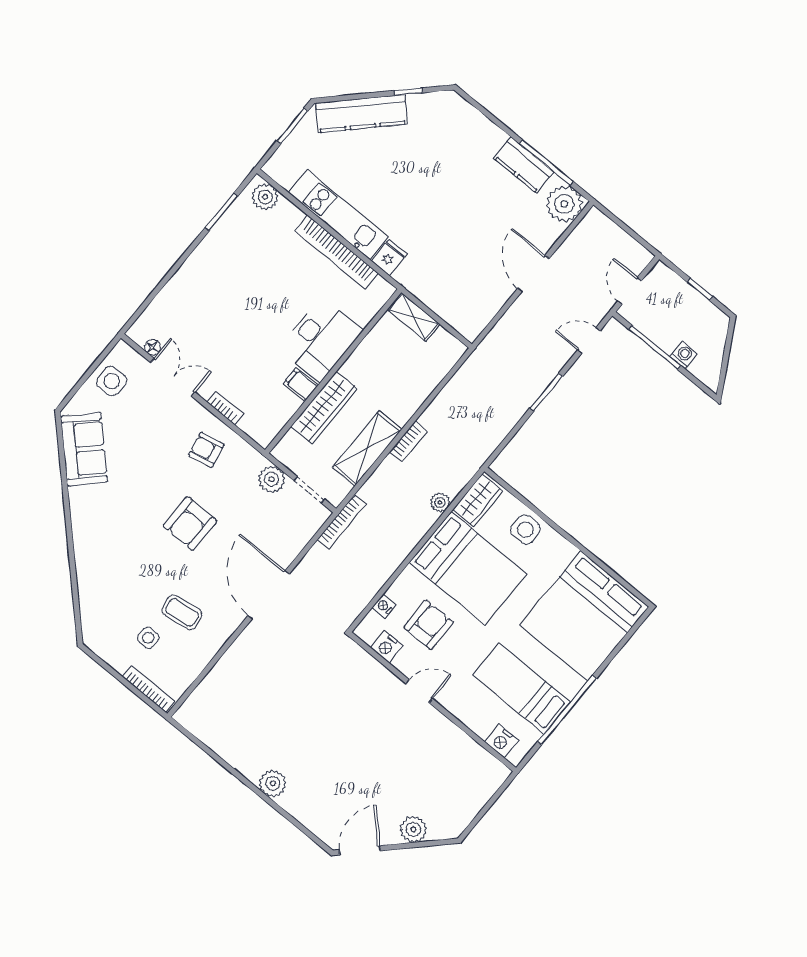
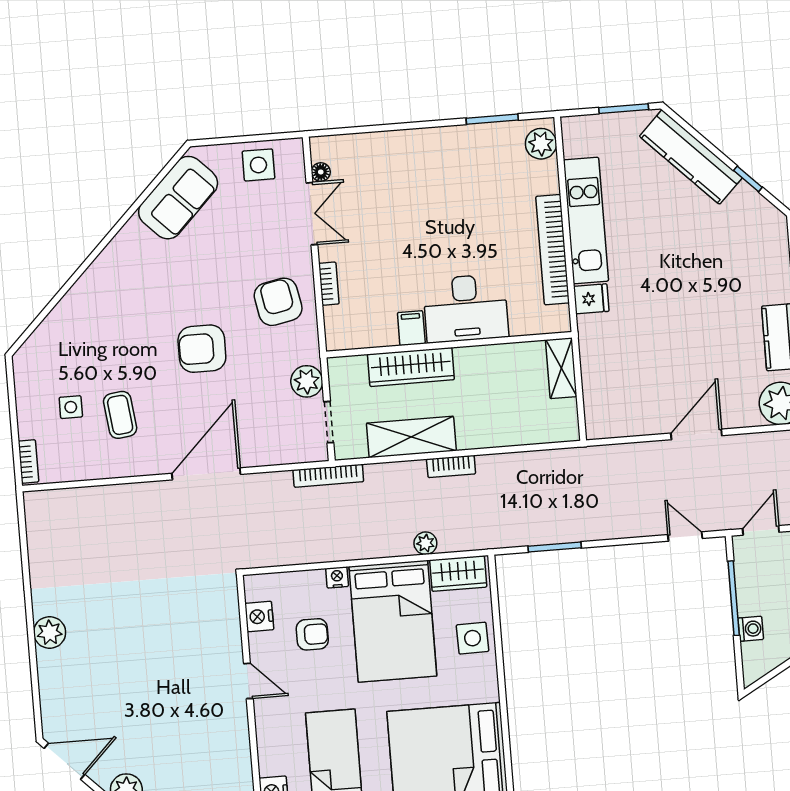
window: (546, 392) -> (555, 547), moved
armchair: (206, 450) -> (278, 302), width x1.38, depth x1.38
nightstand: (384, 606) -> (337, 577), moved
armchair: (429, 625) -> (312, 634), width x0.72, depth x0.72
bookcase: (149, 689) -> (28, 462), width x0.64

